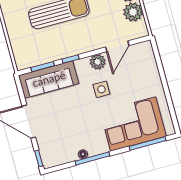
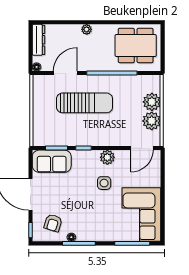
door: (117, 46) -> (142, 148), moved
sofa: (49, 79) -> (52, 161), width x0.73
corner sofa: (133, 124) -> (141, 215), moved, turned -90
armchair: (60, 145) -> (53, 223), added

